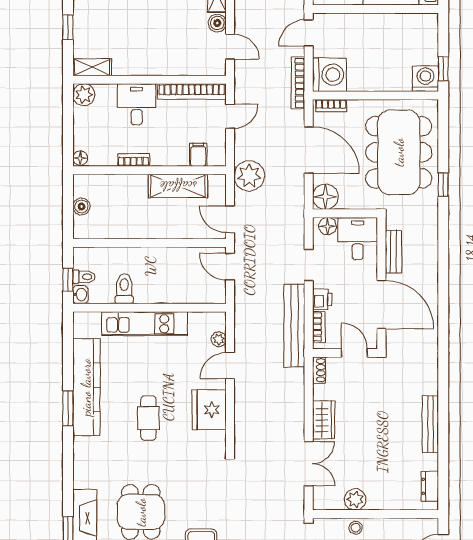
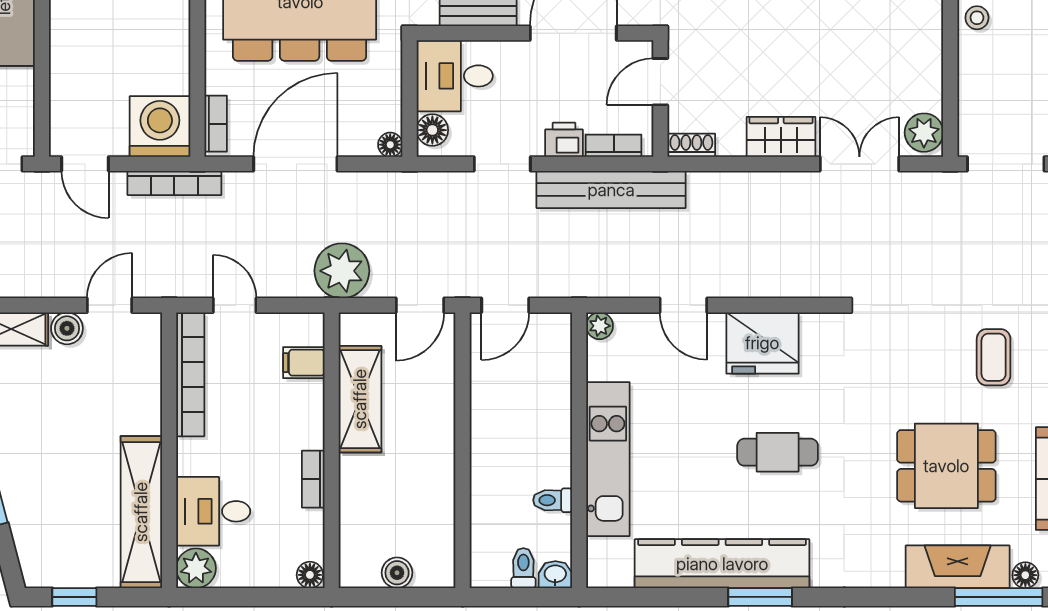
shelving: (92, 67) -> (141, 512), width x2.20, depth x1.33
desk: (137, 104) -> (213, 511), moved
floor lamp: (325, 197) -> (390, 145), width x0.53, depth x0.53
window: (68, 280) -> (529, 597), removed
toilet: (124, 289) -> (553, 500), width x0.73, depth x0.72
plant: (219, 339) -> (600, 326), moved
plant: (355, 499) -> (924, 133), moved
stool: (356, 528) -> (977, 18), moved

